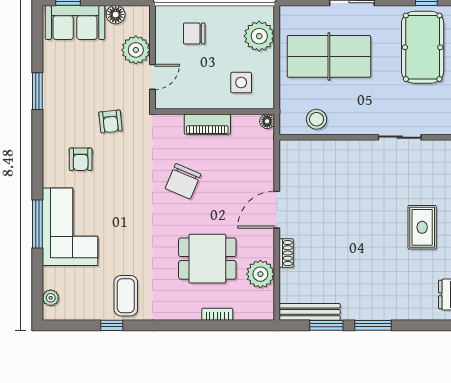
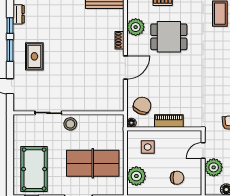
stool: (317, 119) -> (70, 124), moved
chair: (183, 181) -> (142, 106), moved

